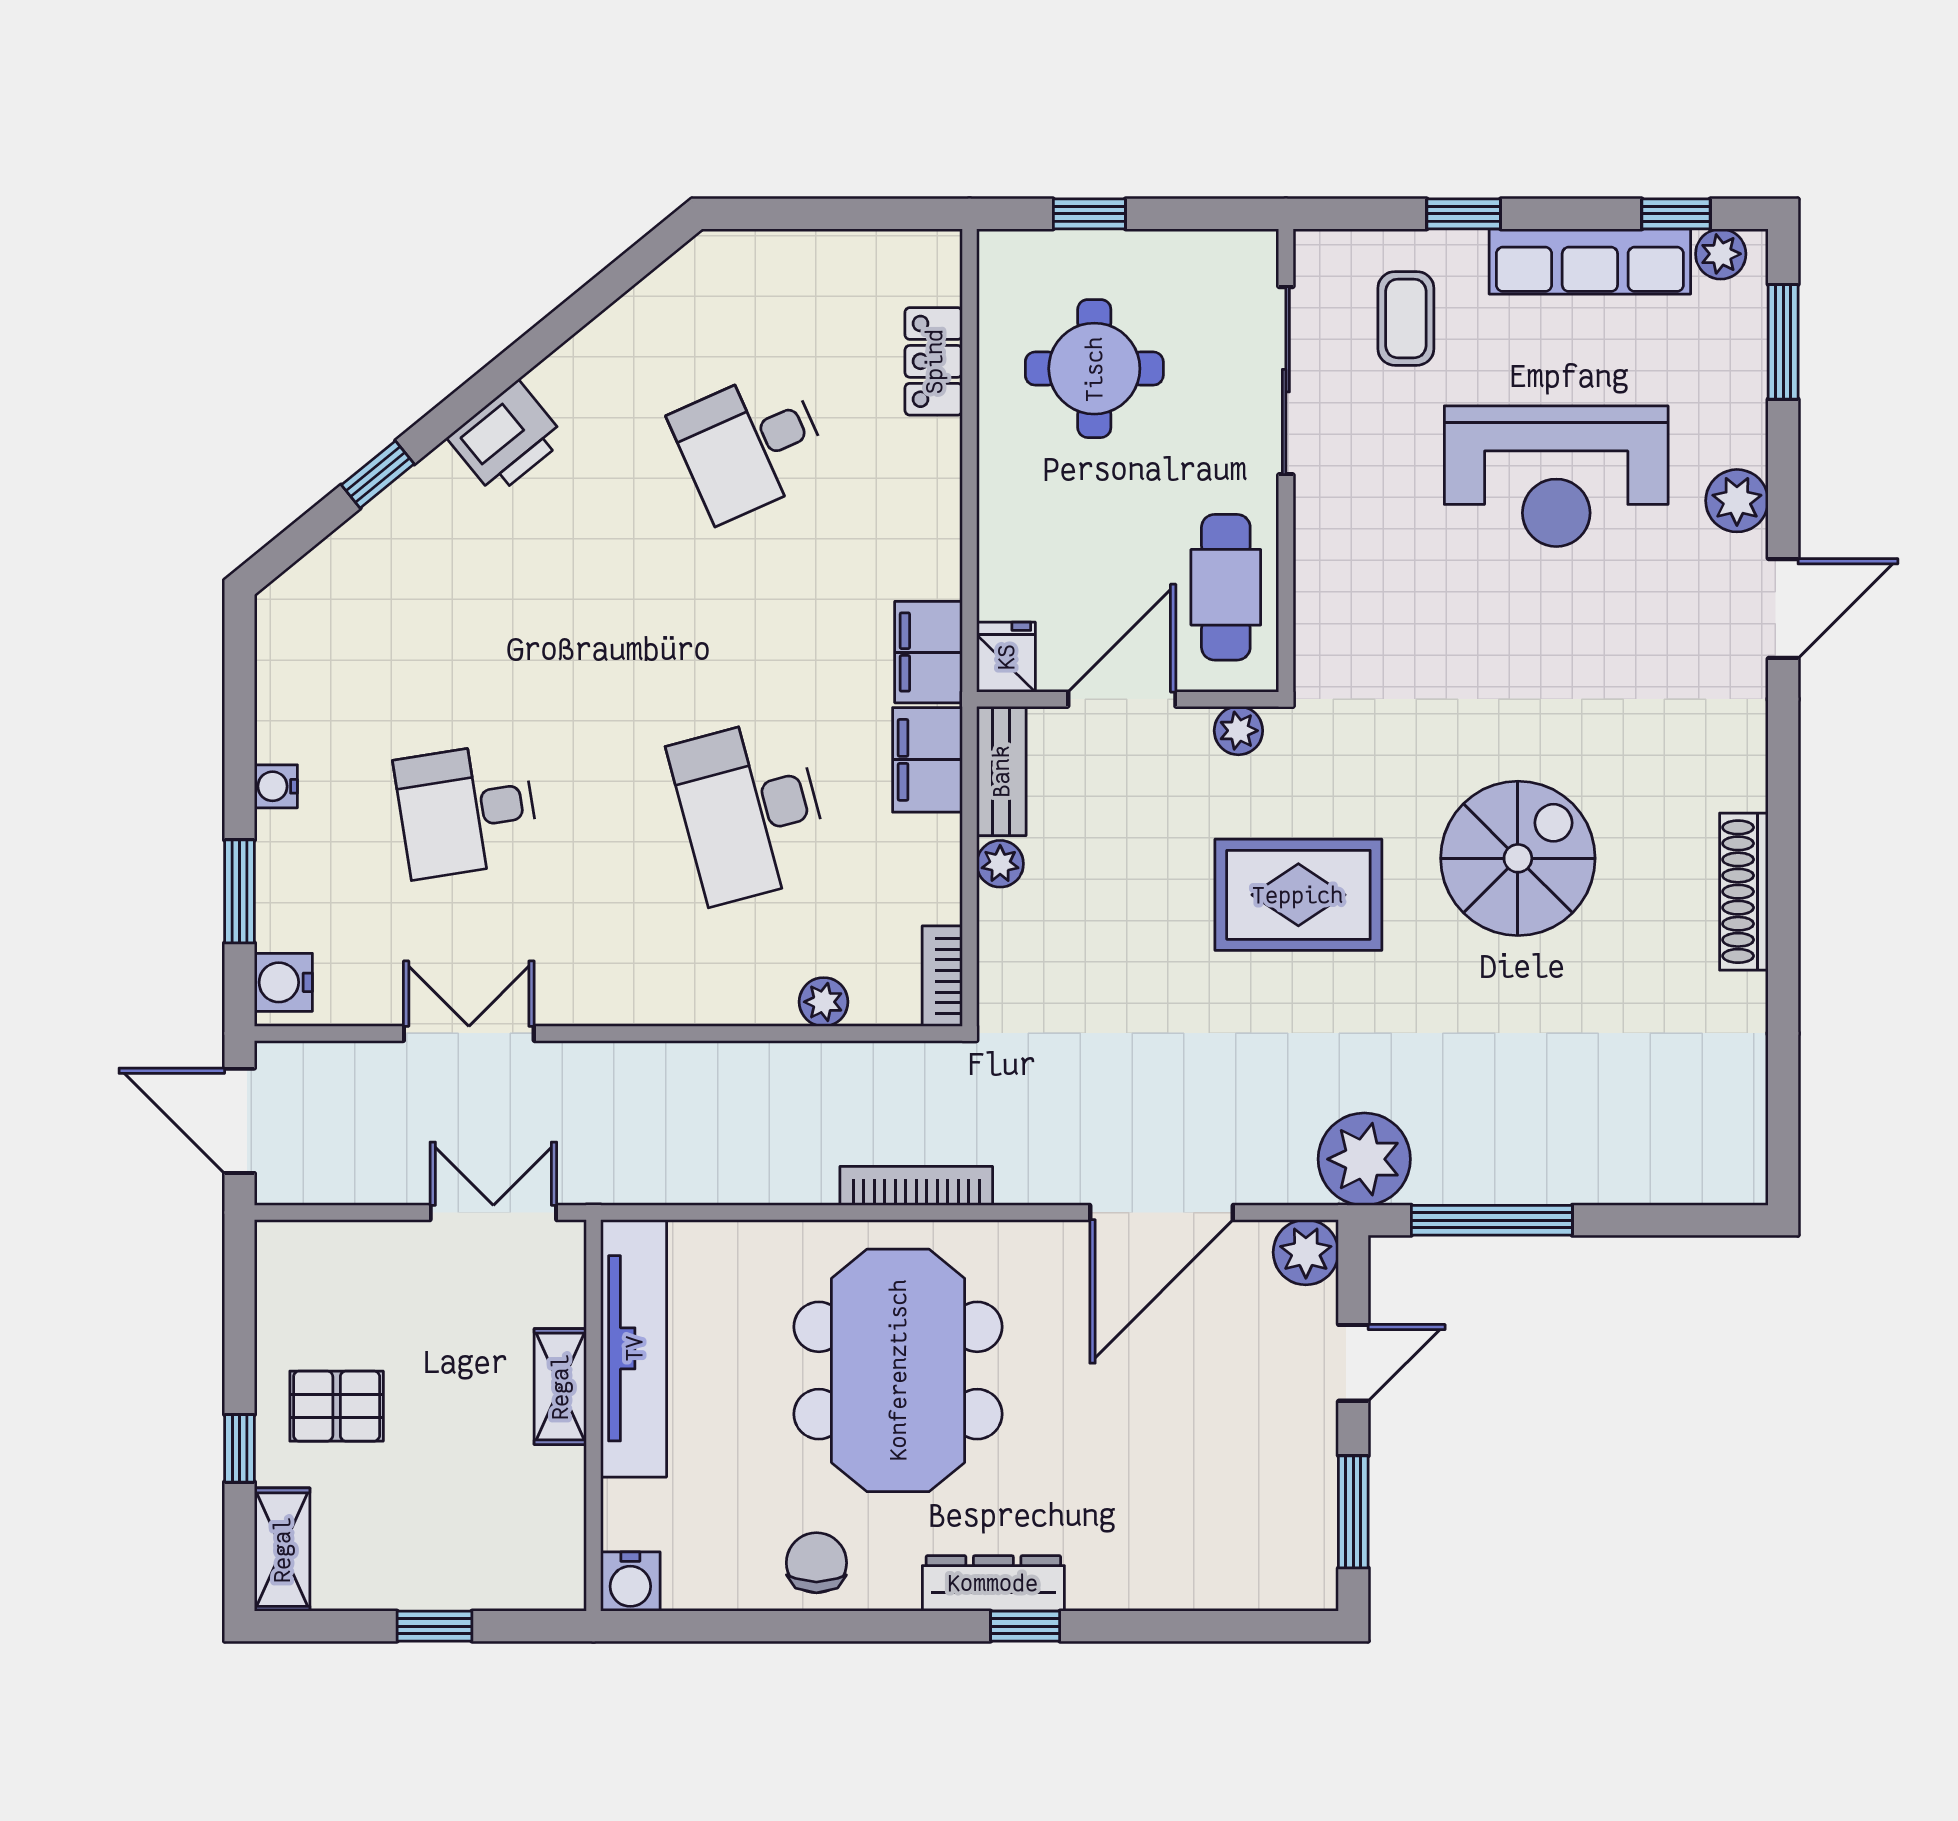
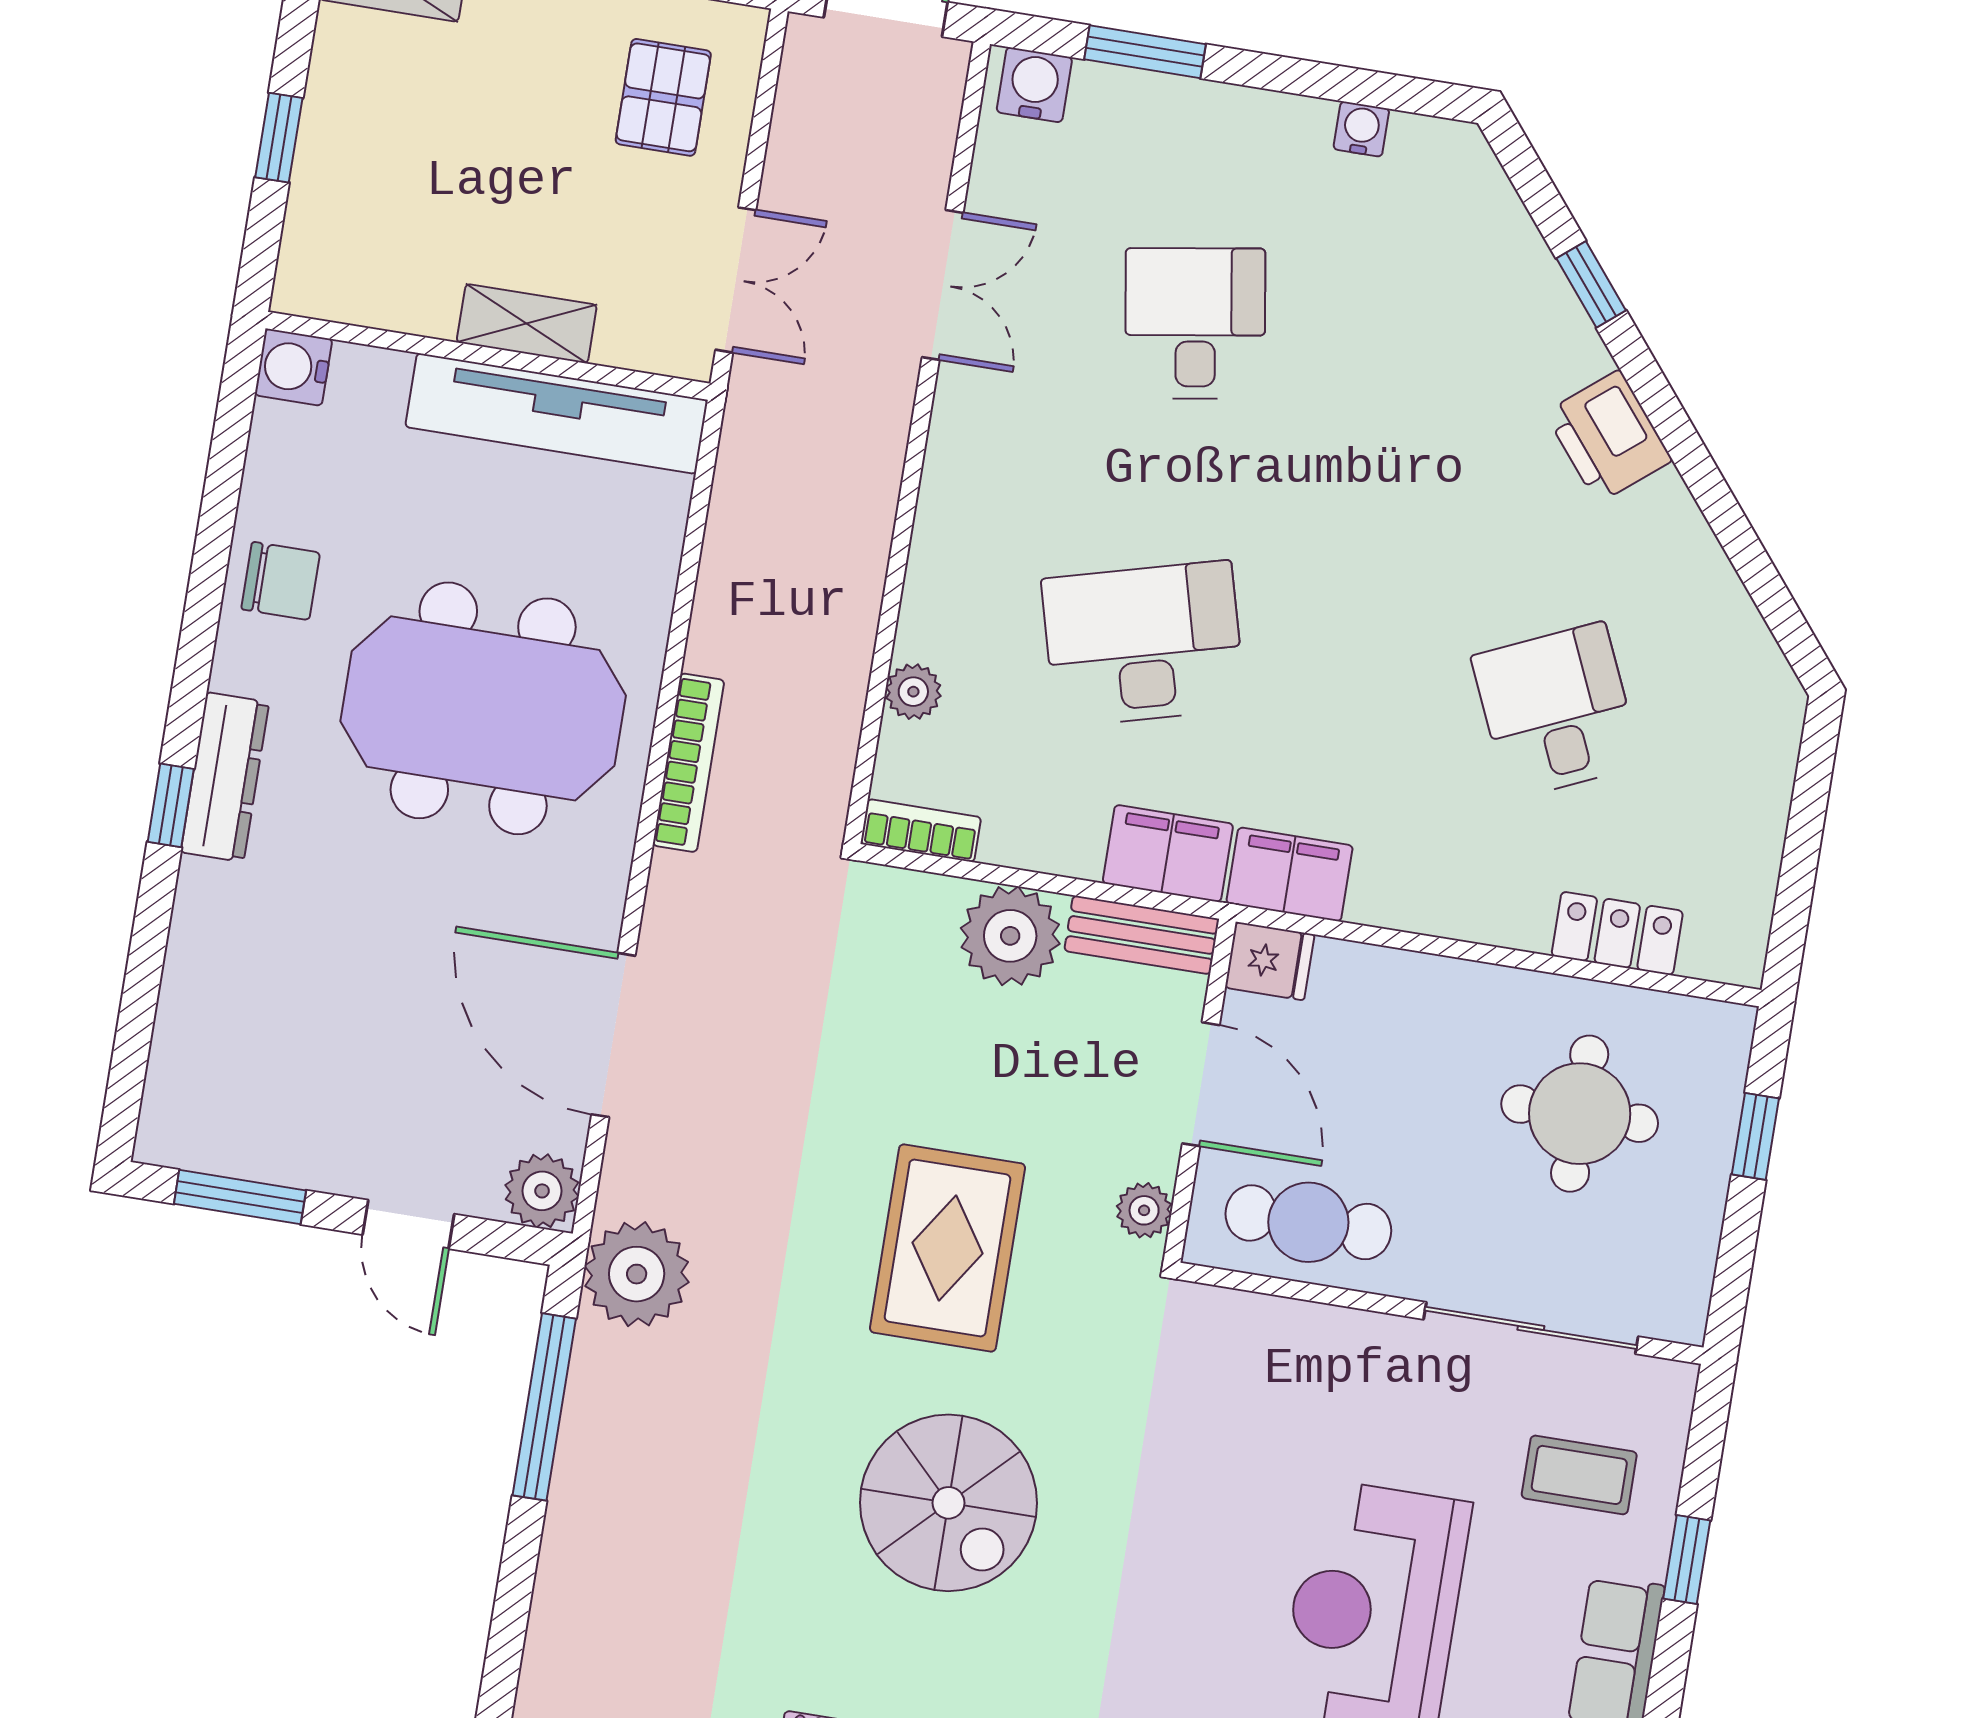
water cooler: (276, 786) -> (1361, 129), moved
plant: (1000, 864) -> (1010, 936), width x1.88, depth x1.88
pallet: (337, 1406) -> (663, 97), moved

